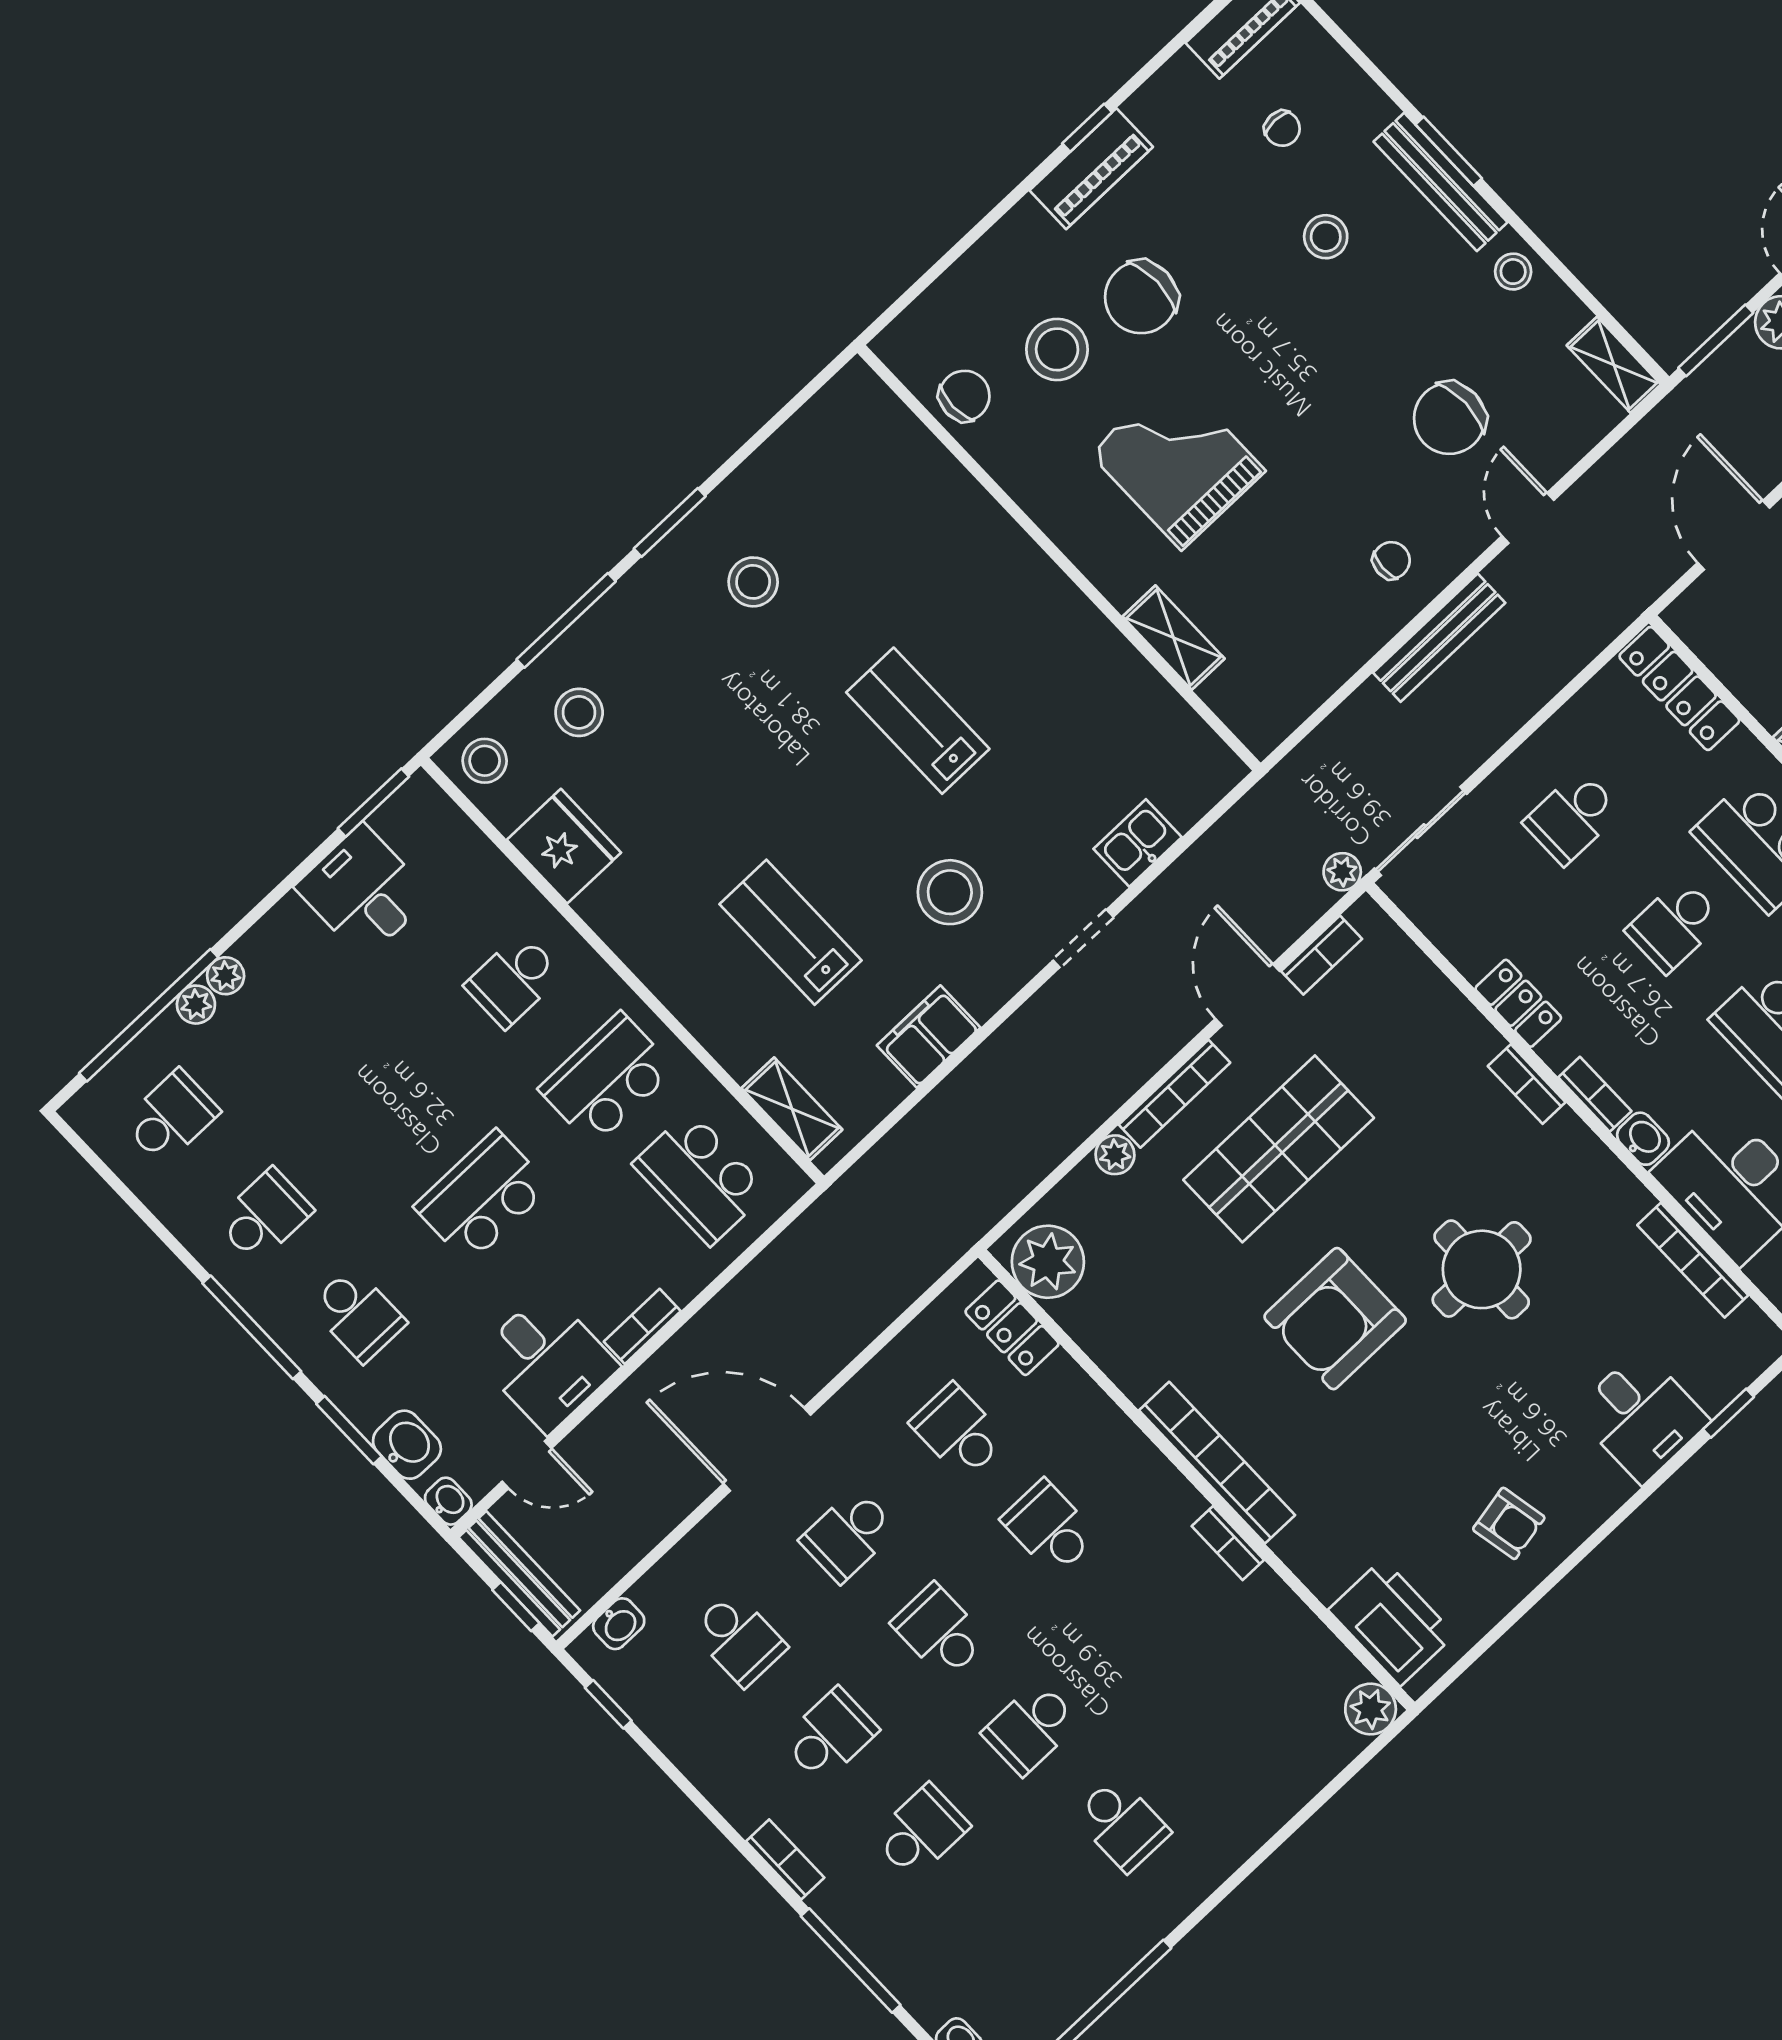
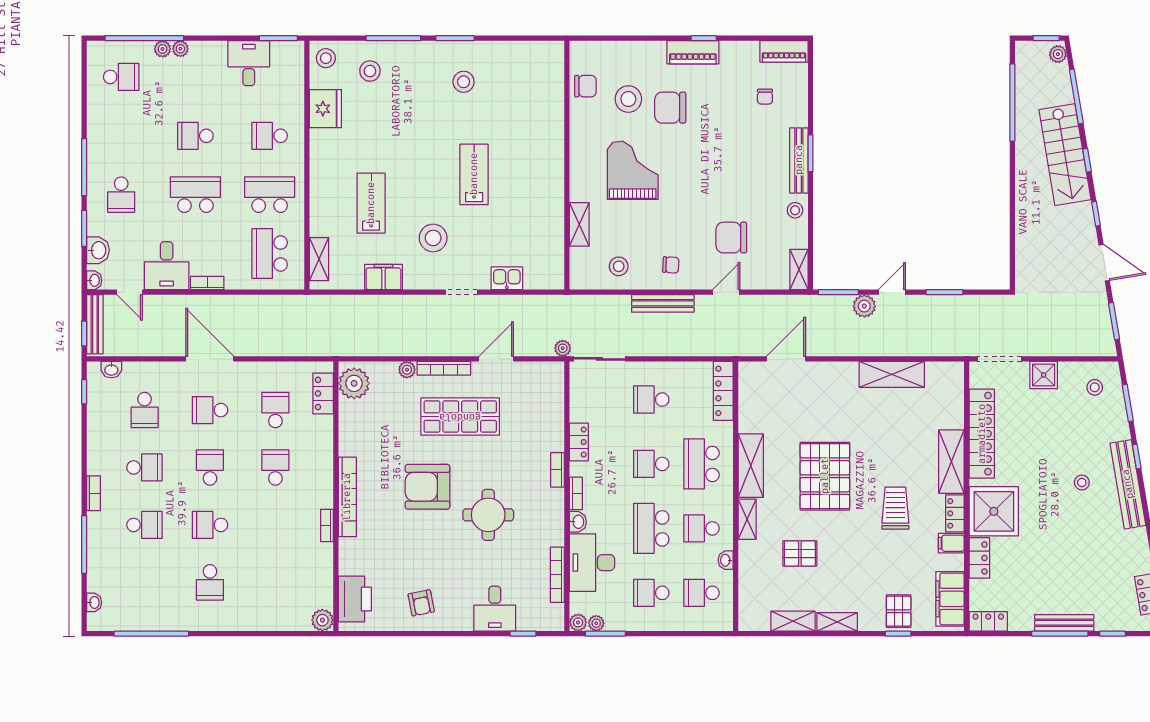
stool: (1326, 237) -> (619, 266), moved
bookcase: (1322, 955) -> (531, 368), removed
school desk: (264, 1216) -> (195, 136), moved, turned 180

